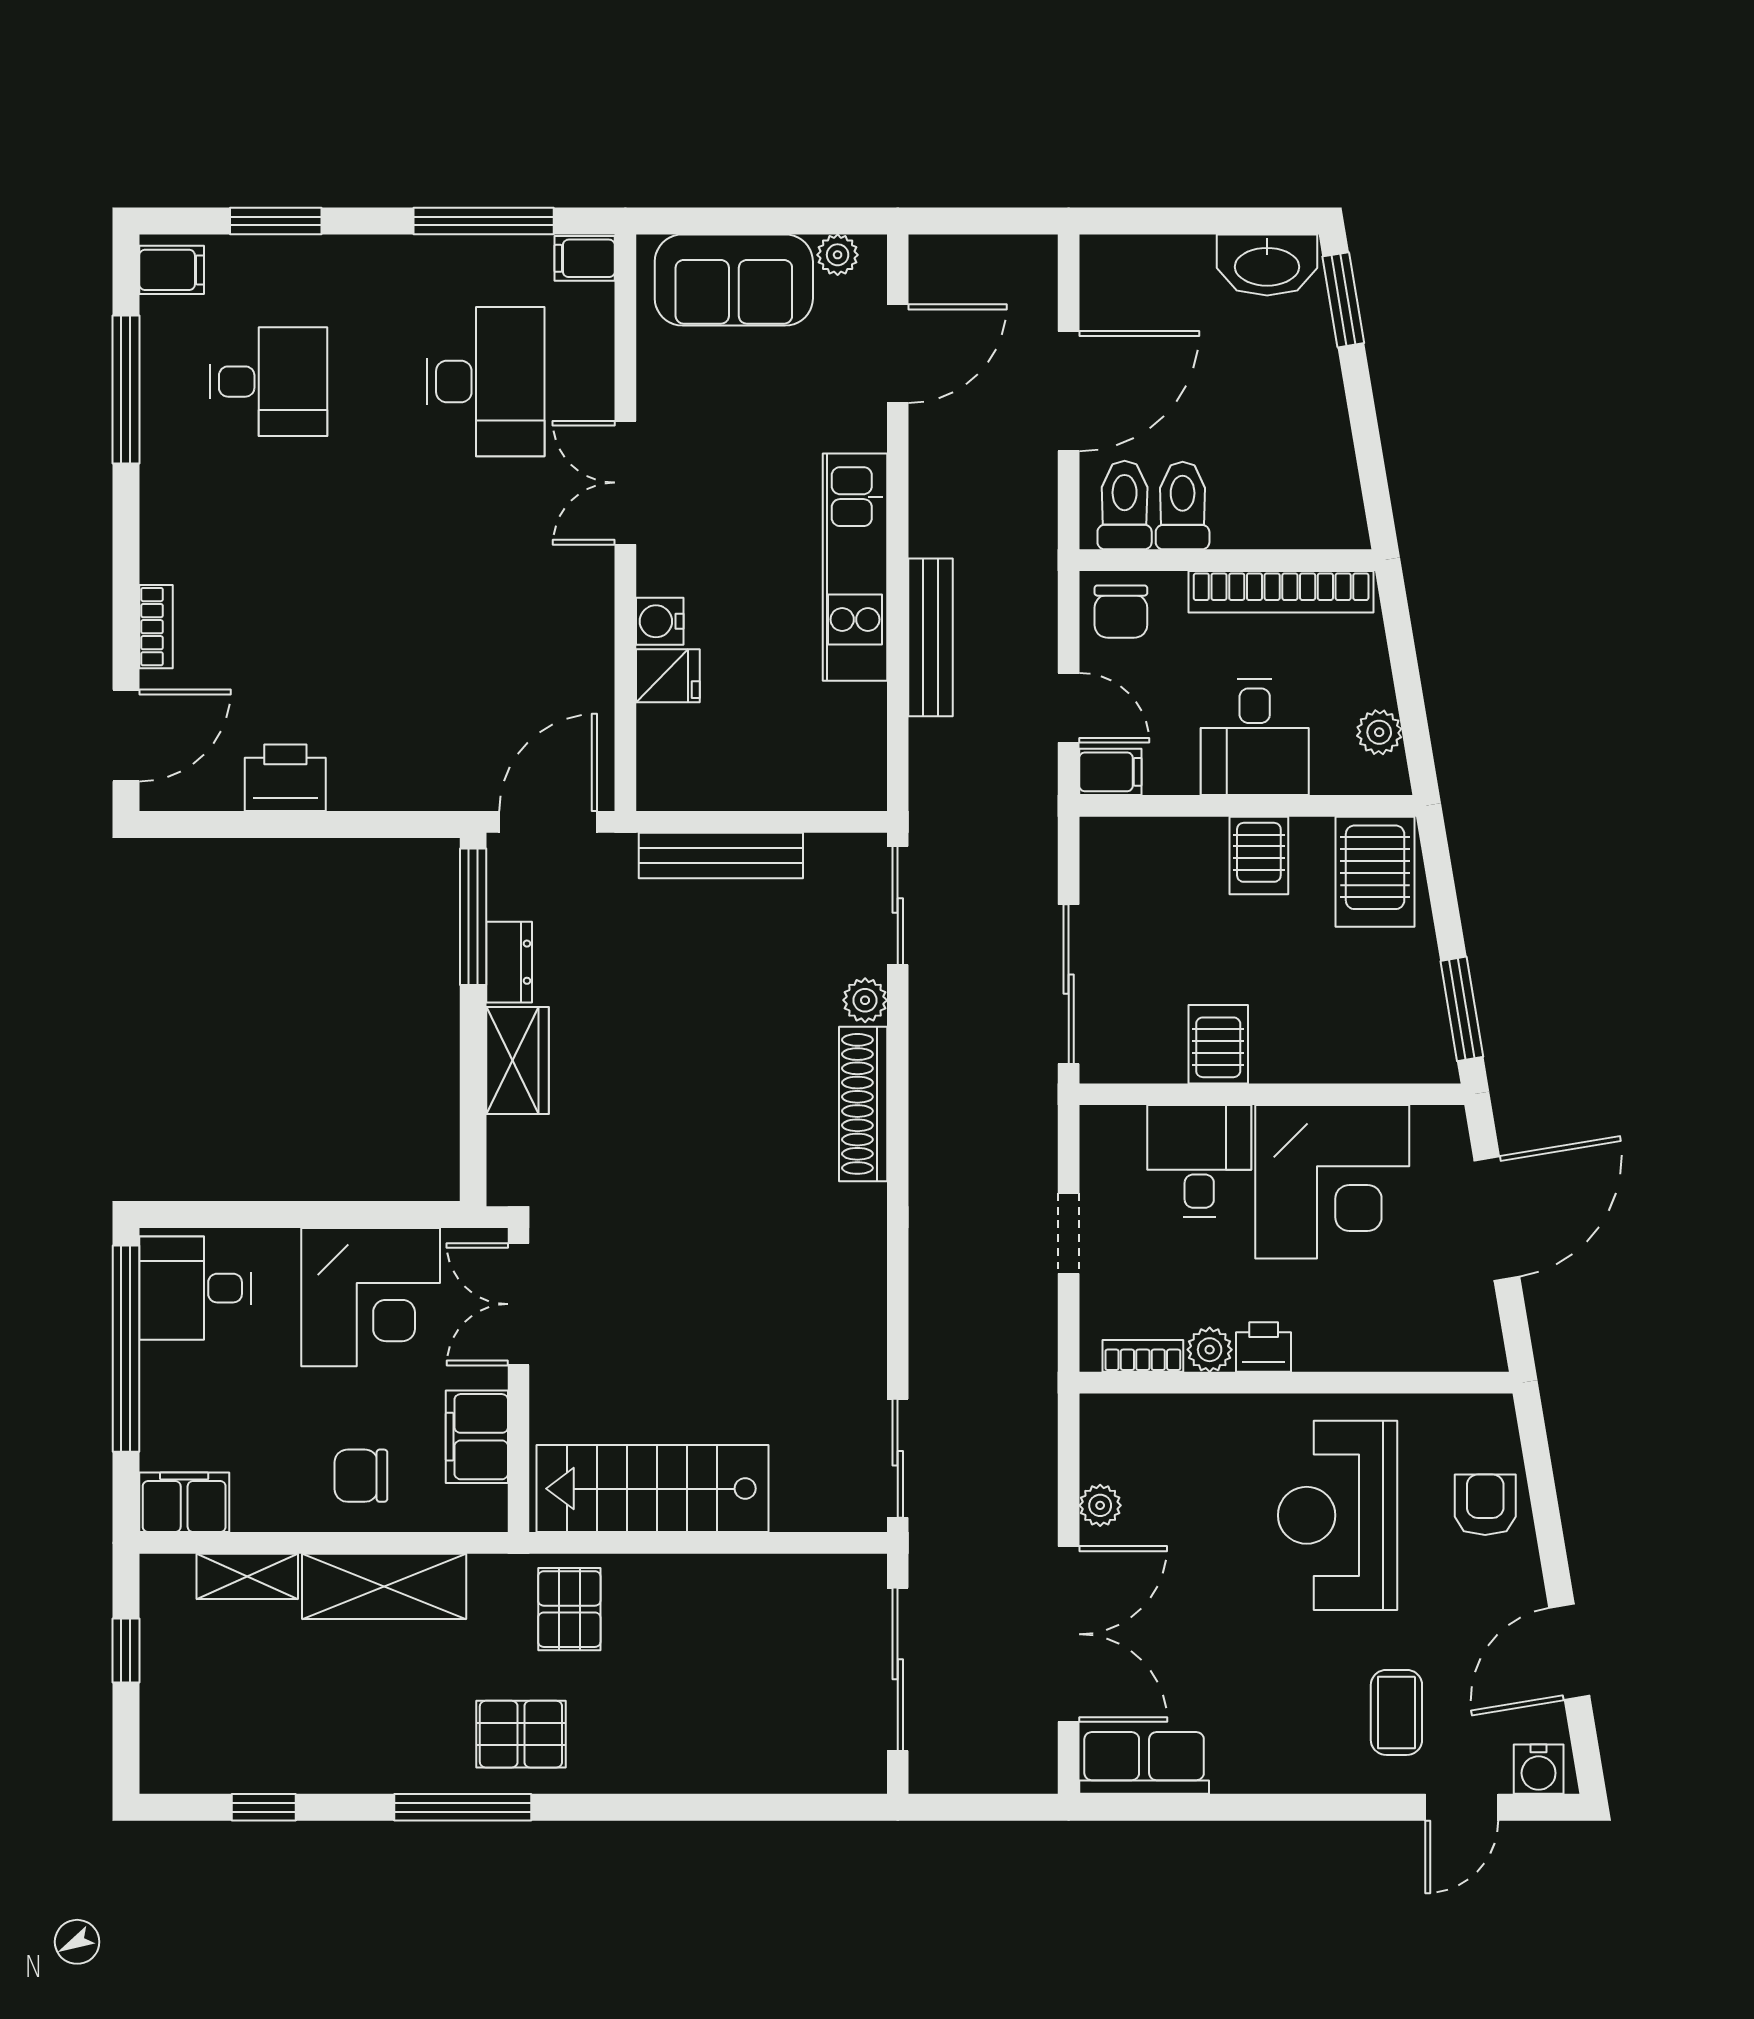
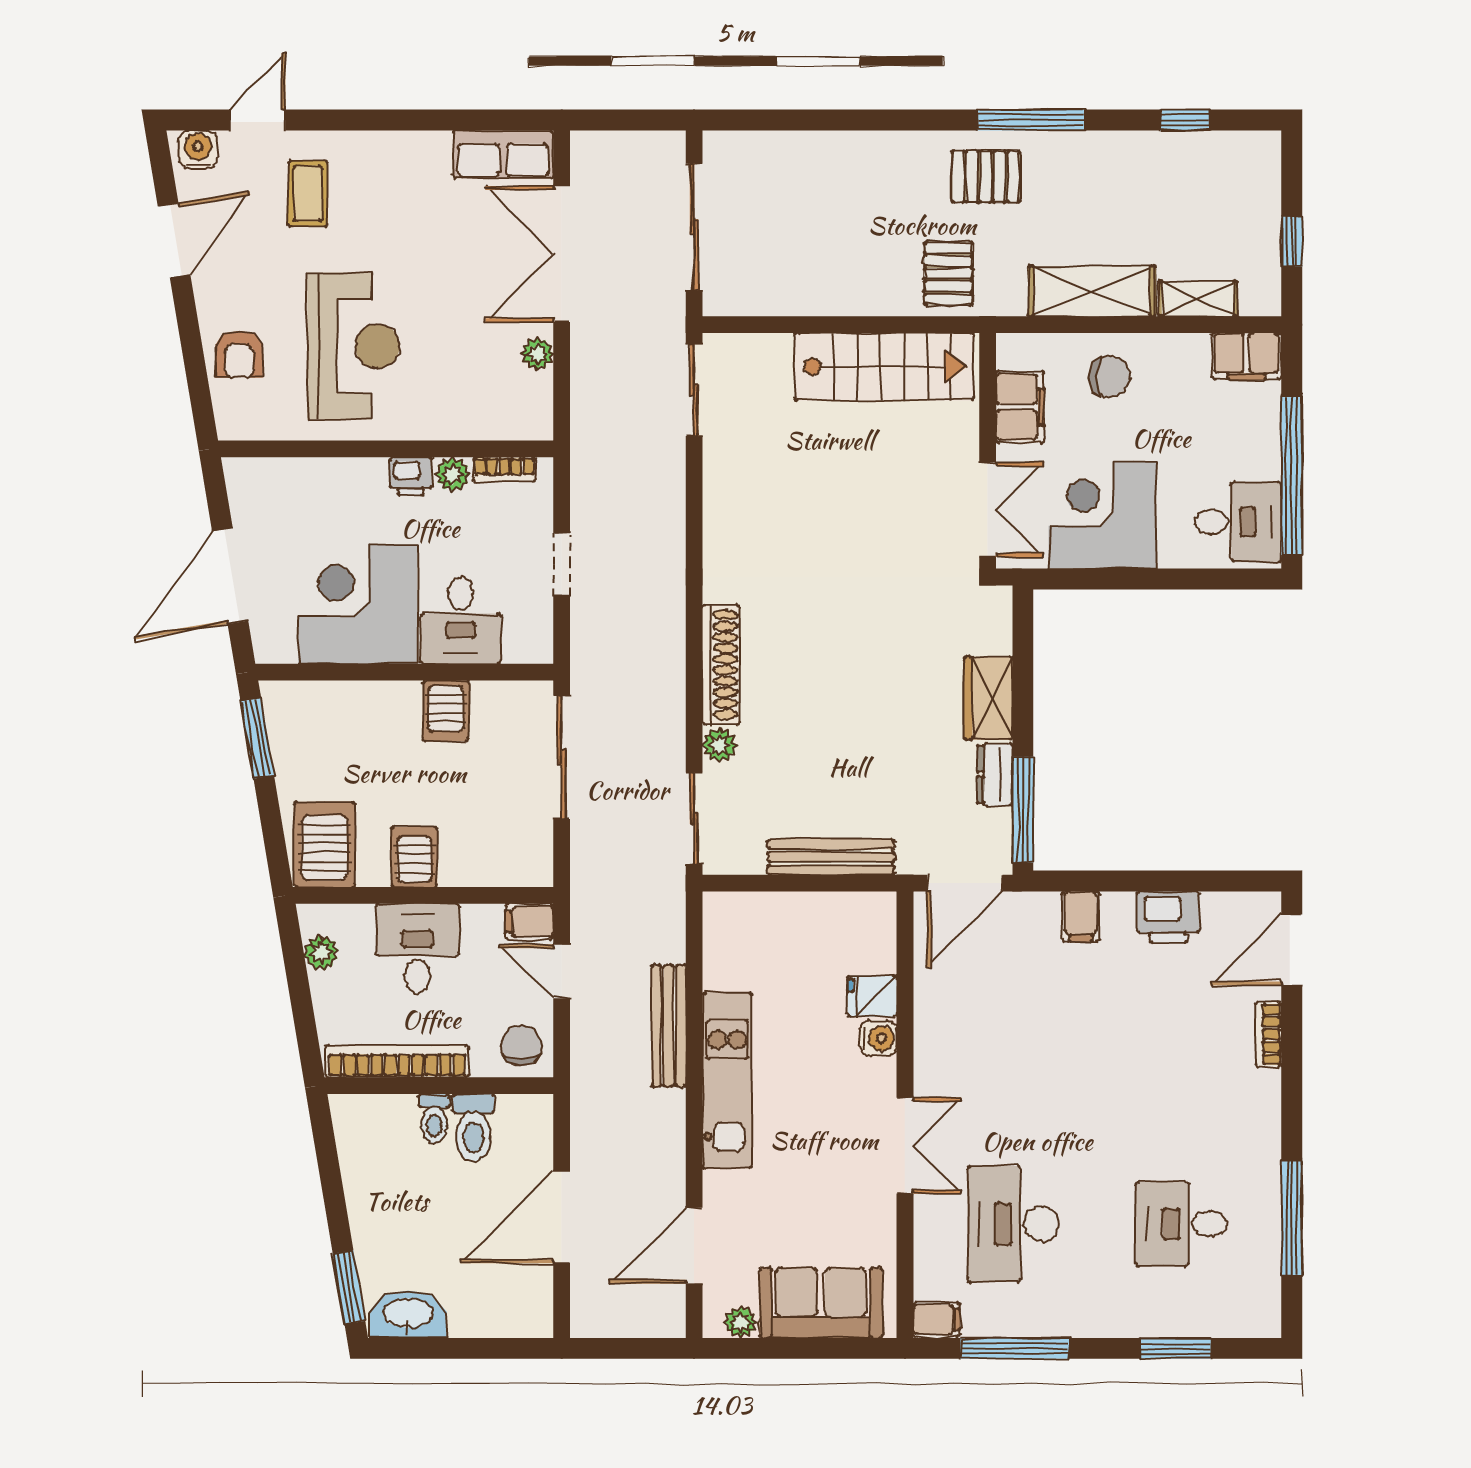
filing cabinet: (172, 270) -> (1081, 916), moved, turned -90
toilet: (1125, 505) -> (434, 1119), moved, width x0.73, depth x0.72

